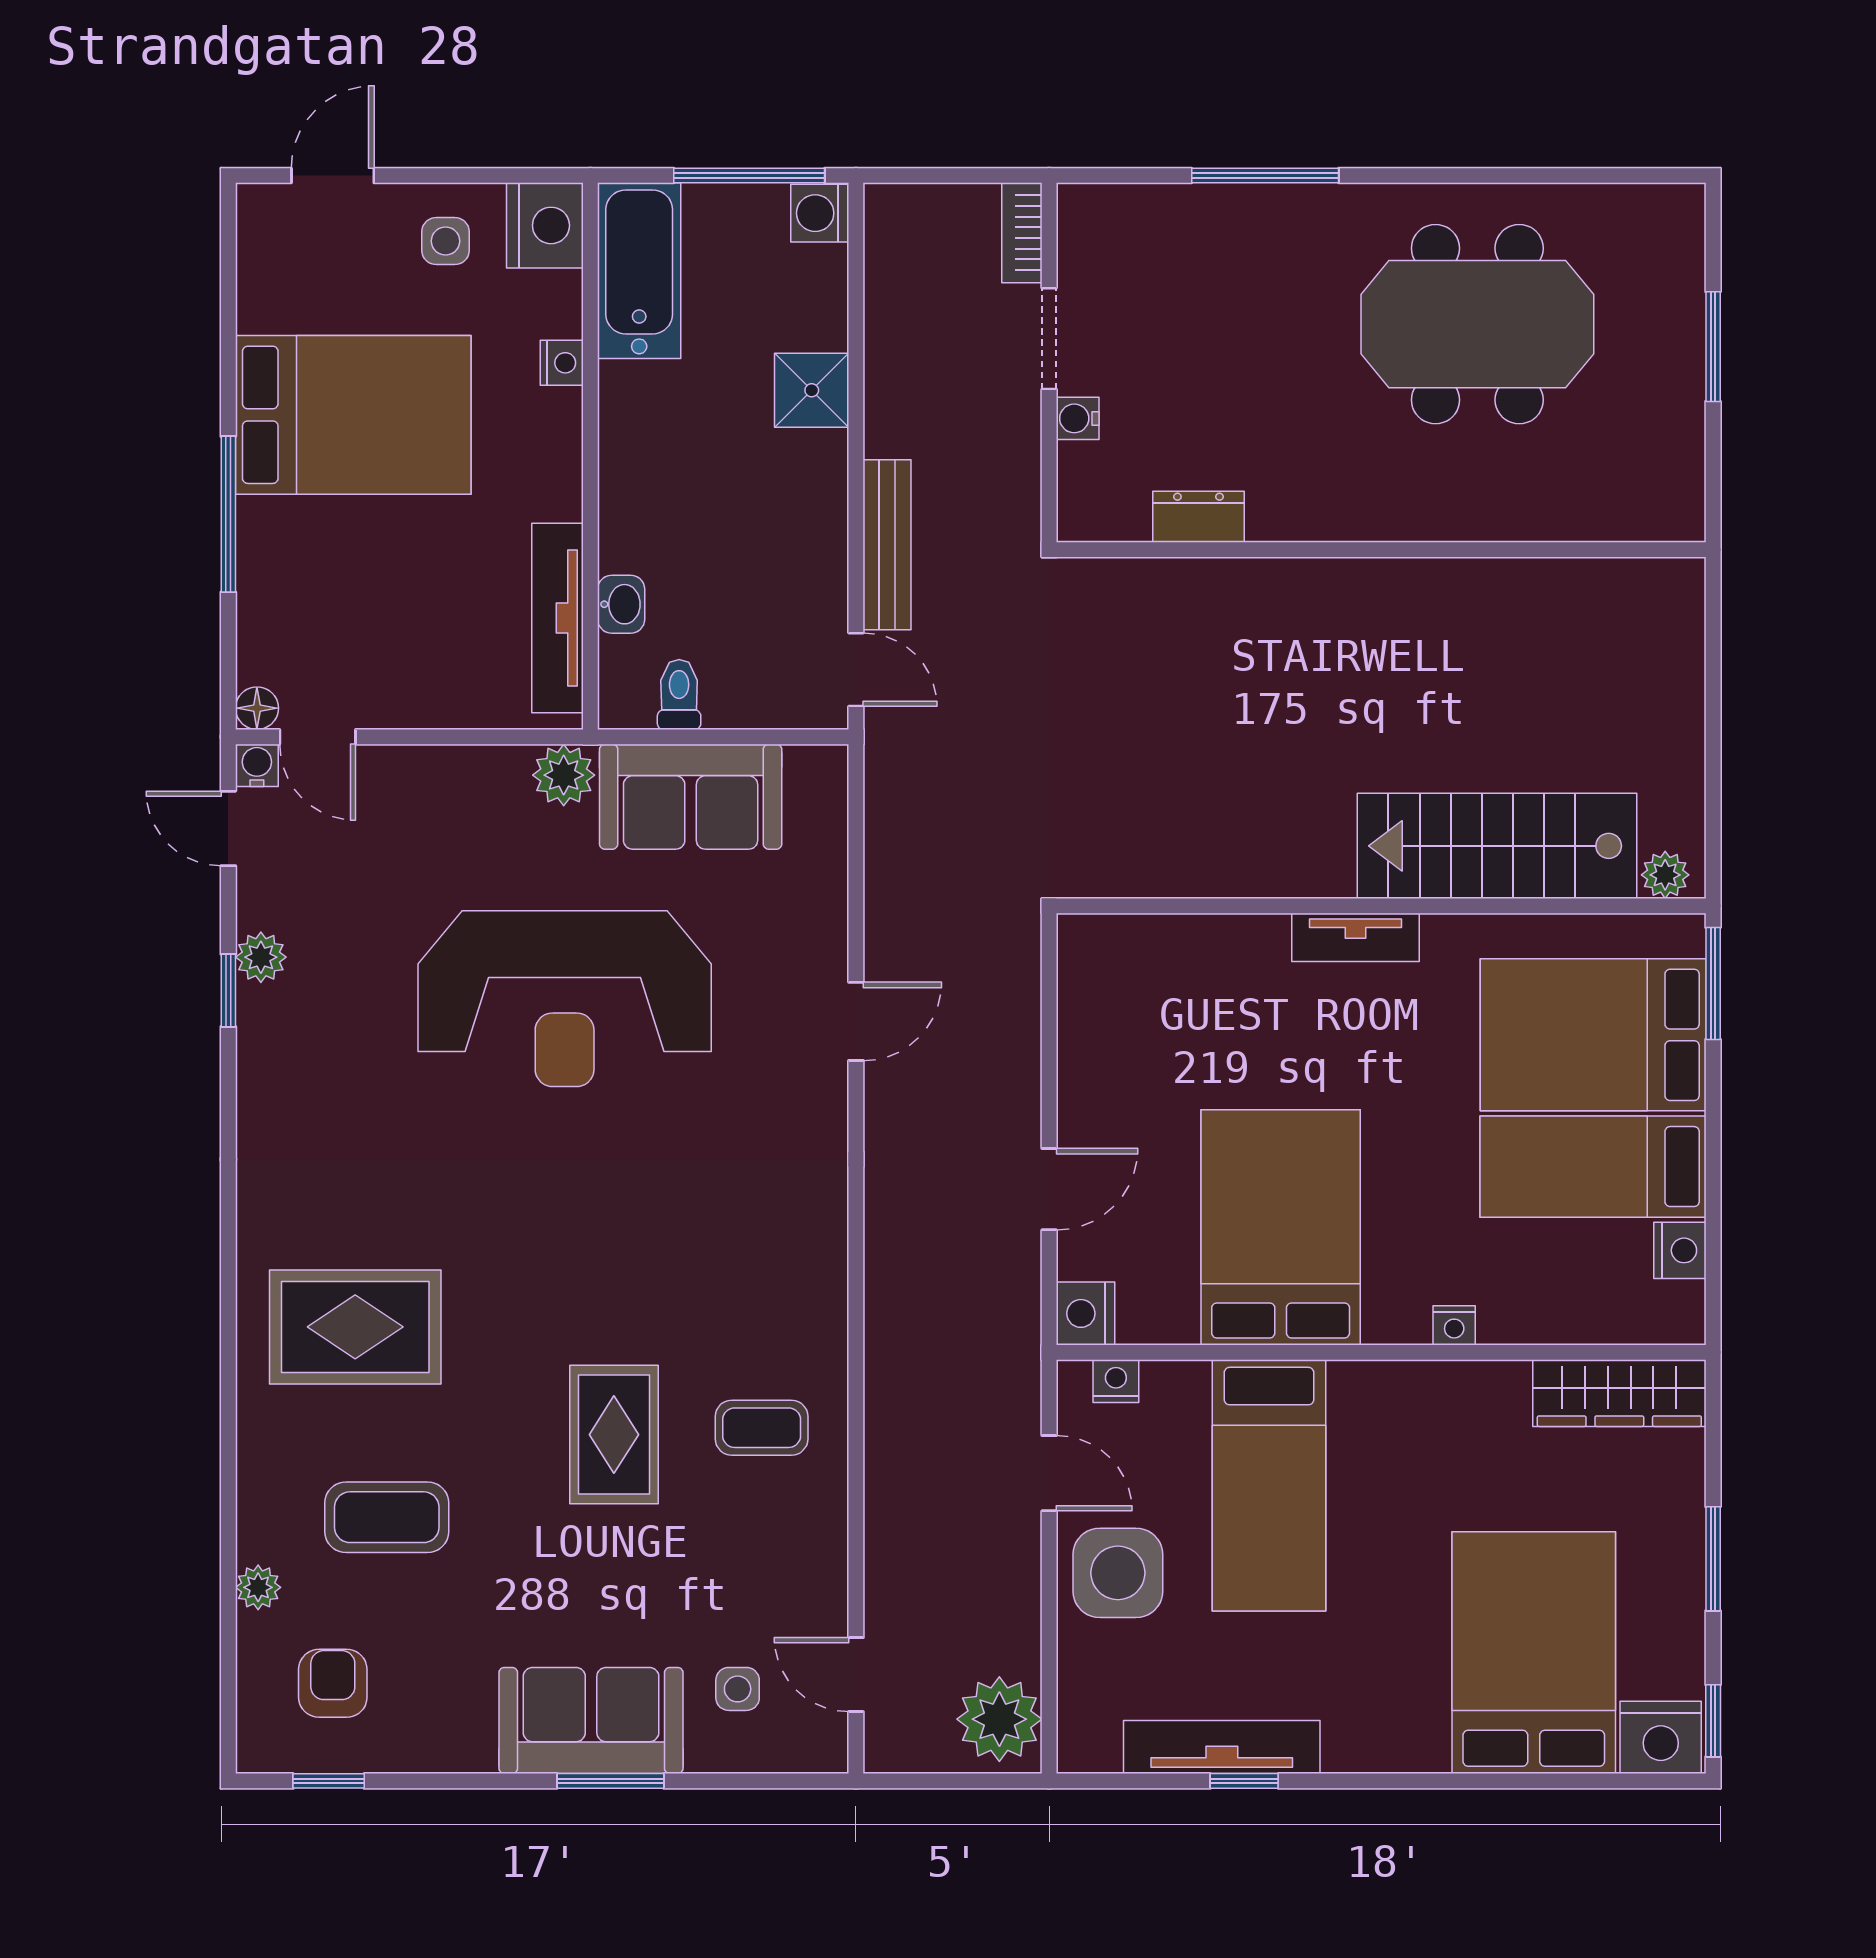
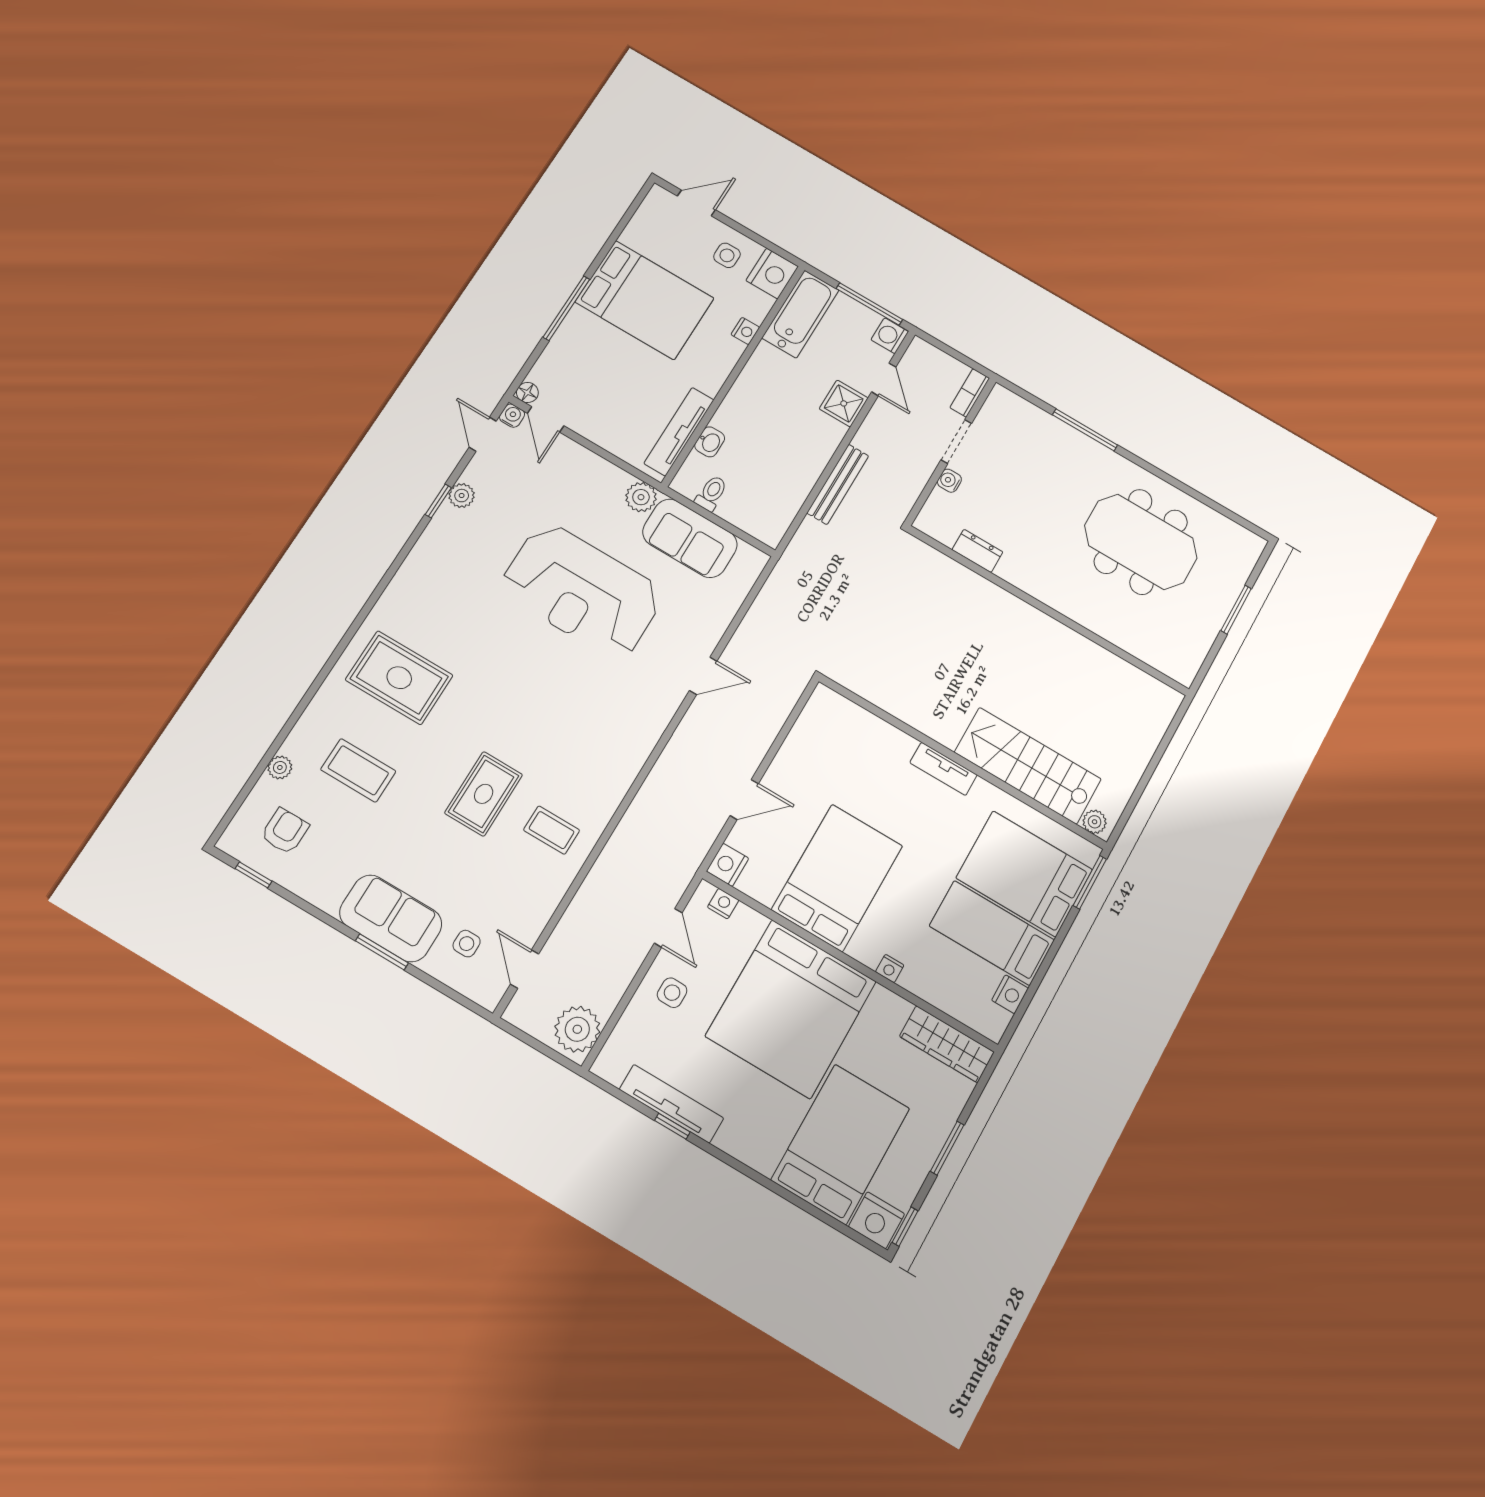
door: (856, 670) -> (884, 379), moved
bed: (1269, 1485) -> (791, 1009), width x2.04
side table: (1118, 1573) -> (672, 993), width x0.54, depth x0.54

